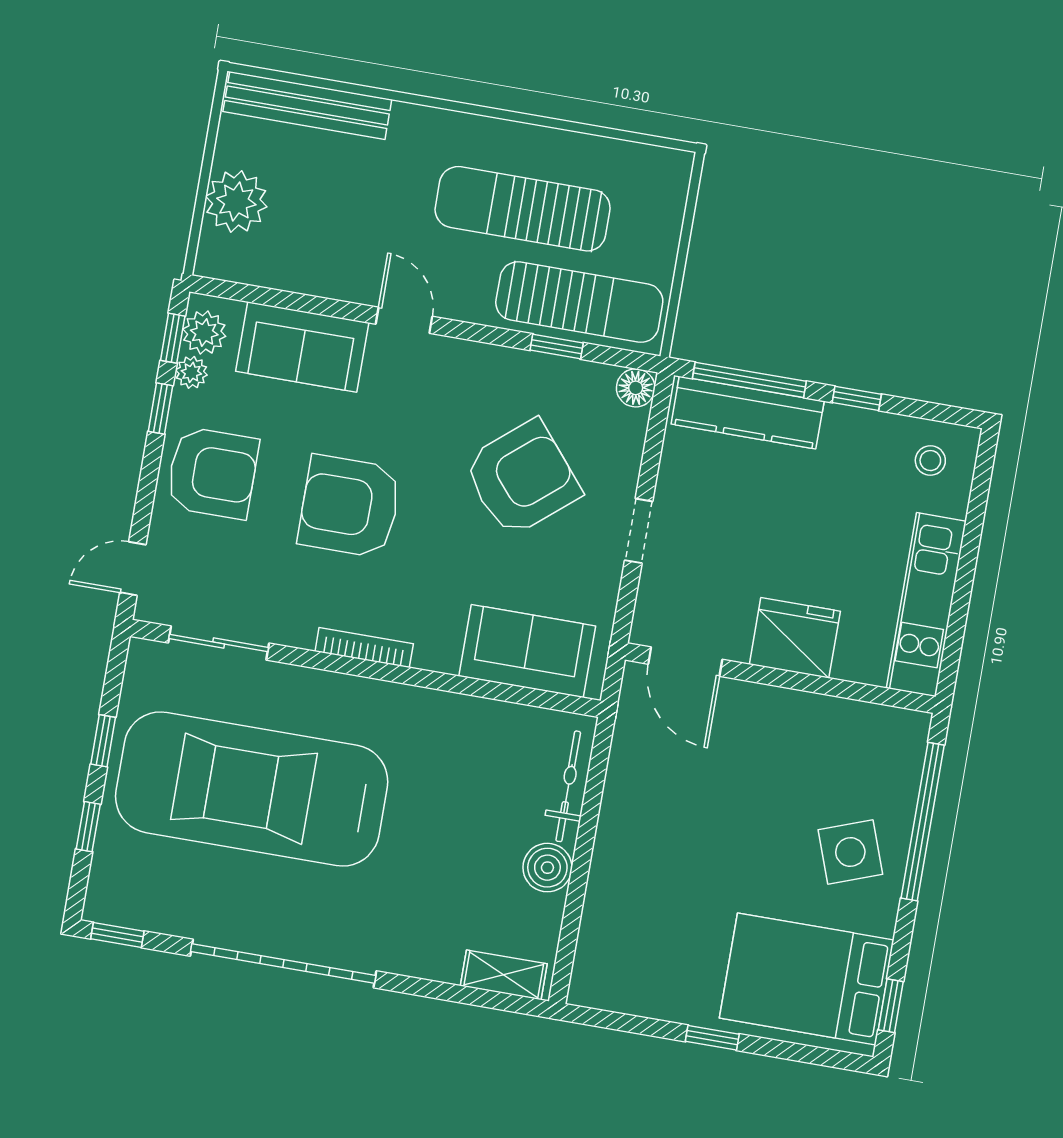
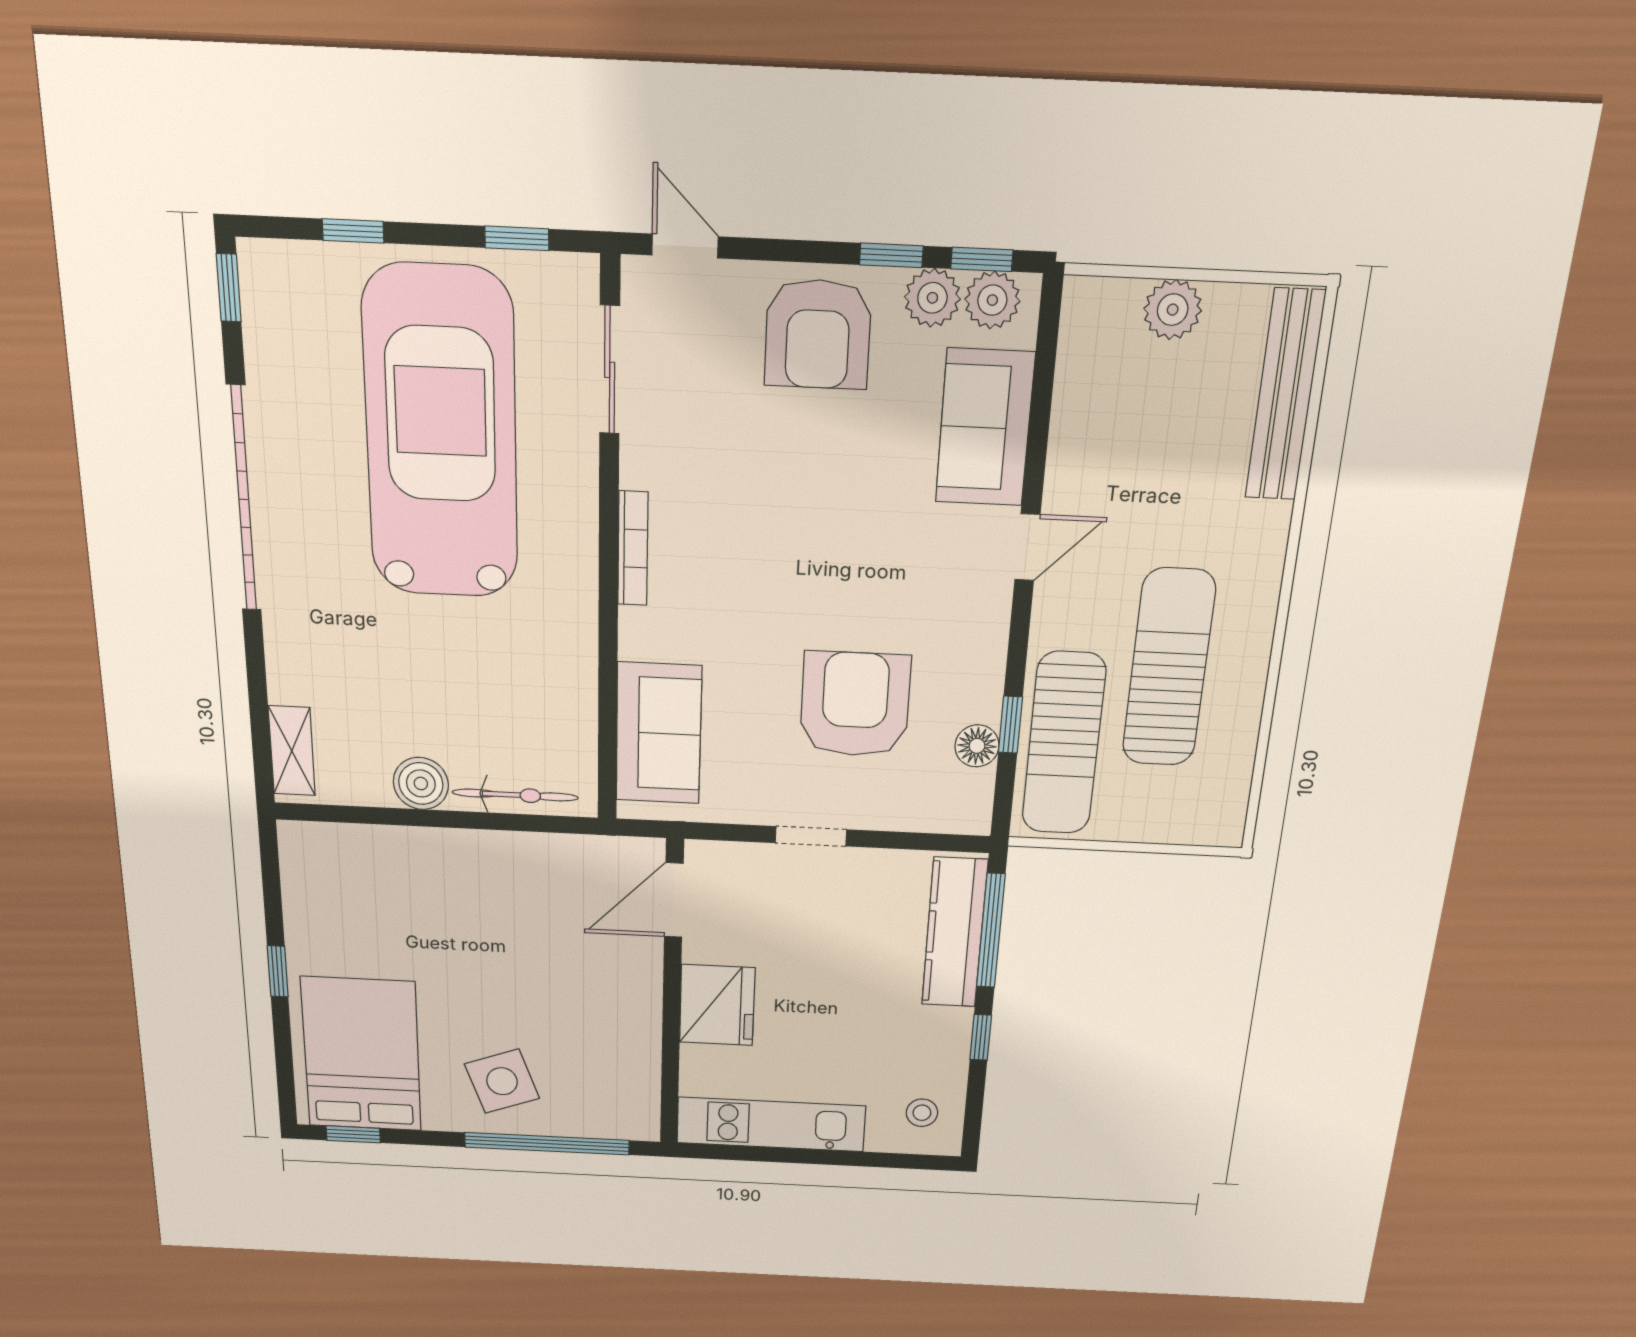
plant: (236, 201) -> (1173, 310), width x0.73, depth x0.73
plant: (191, 372) -> (932, 298), width x1.38, depth x1.38
floor lamp: (636, 388) -> (977, 746), moved
armchair: (522, 478) -> (855, 704), turned -140
armchair: (350, 506) -> (798, 510), removed
window: (103, 741) -> (517, 238), moved

